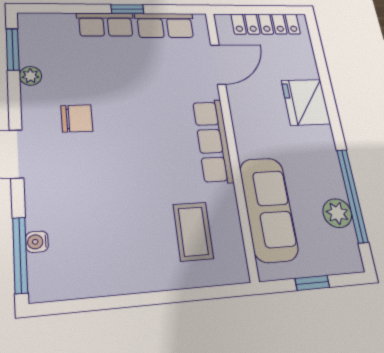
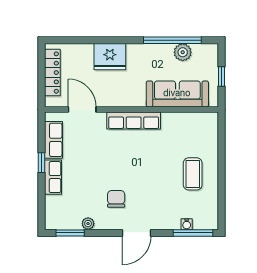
coffee table: (193, 231) -> (193, 174), moved, turned 90

